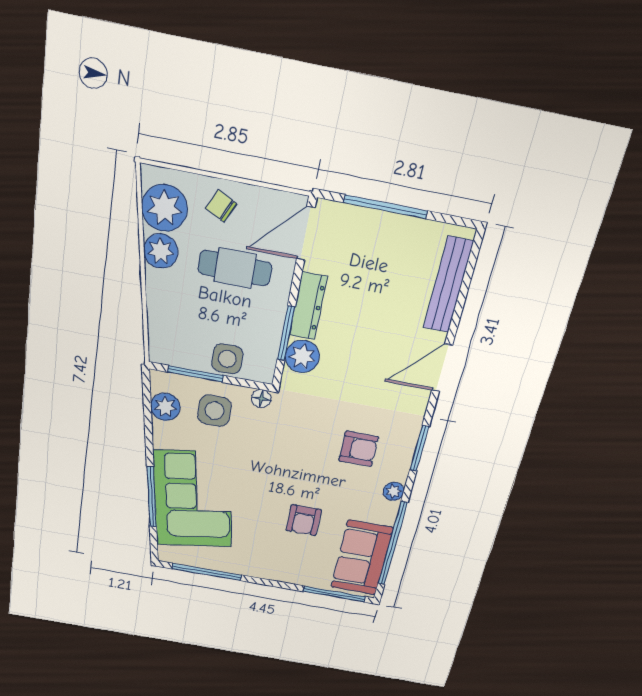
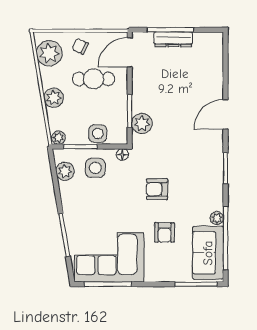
plant: (161, 251) -> (54, 98), moved
bench: (448, 285) -> (216, 65), removed
dresser: (308, 306) -> (173, 39), moved, turned 90
plant: (162, 353) -> (59, 138), added
armchair: (359, 449) -> (157, 189), moved, turned 180
plant: (394, 491) -> (217, 218), moved
corner sofa: (193, 499) -> (109, 257), moved, turned -81

